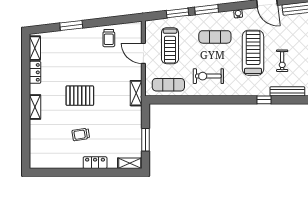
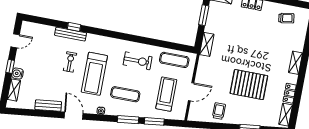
door: (143, 53) -> (191, 92), hinge flipped
shelving: (136, 93) -> (207, 44), moved
pallet: (80, 96) -> (249, 85), moved, width x1.37, depth x1.41
window: (264, 100) -> (74, 27), moved
trolley: (81, 134) -> (286, 18), moved

